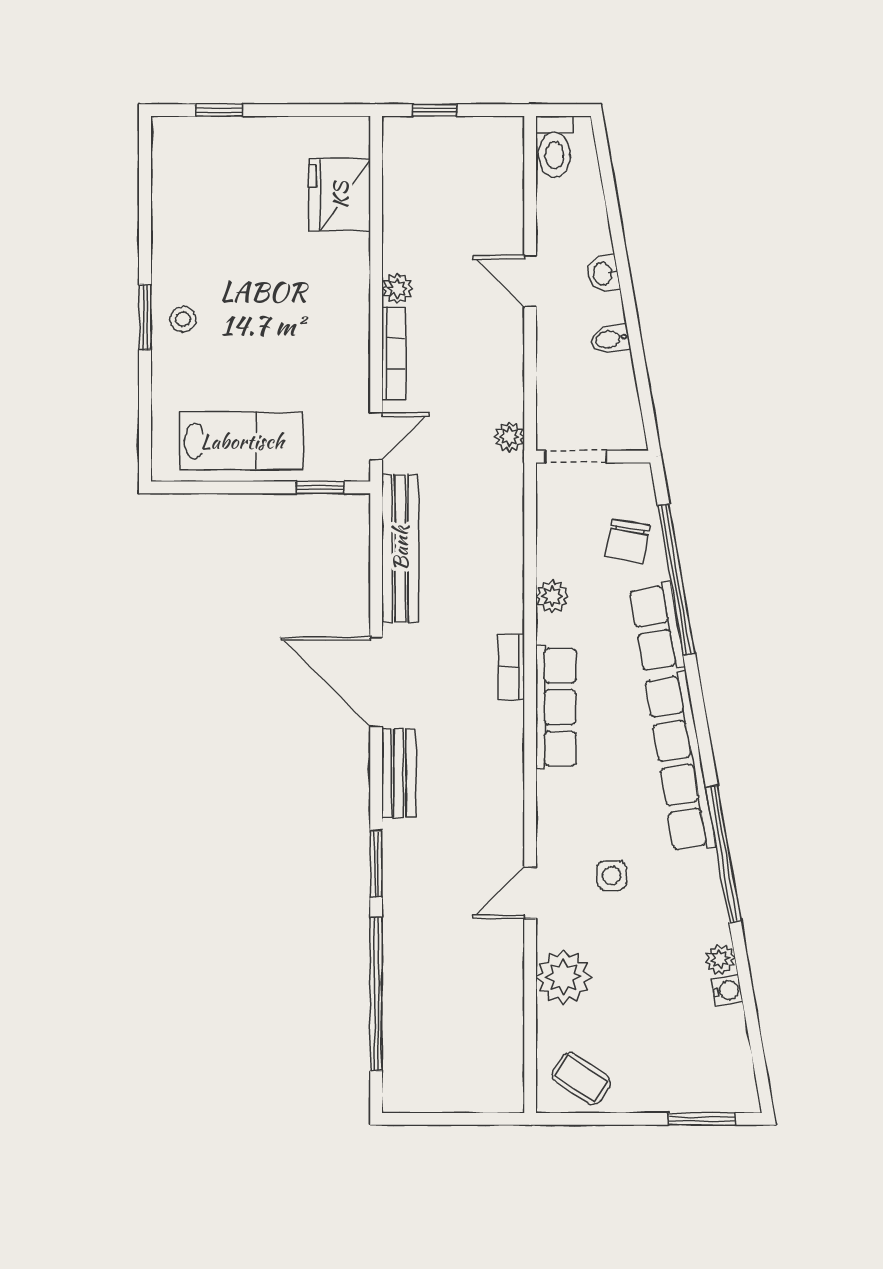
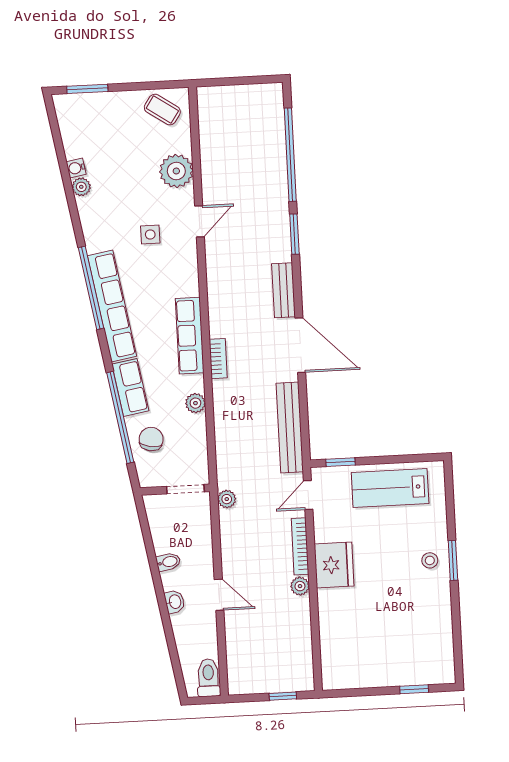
fridge: (340, 195) -> (334, 565), moved
window: (723, 854) -> (91, 288), moved

